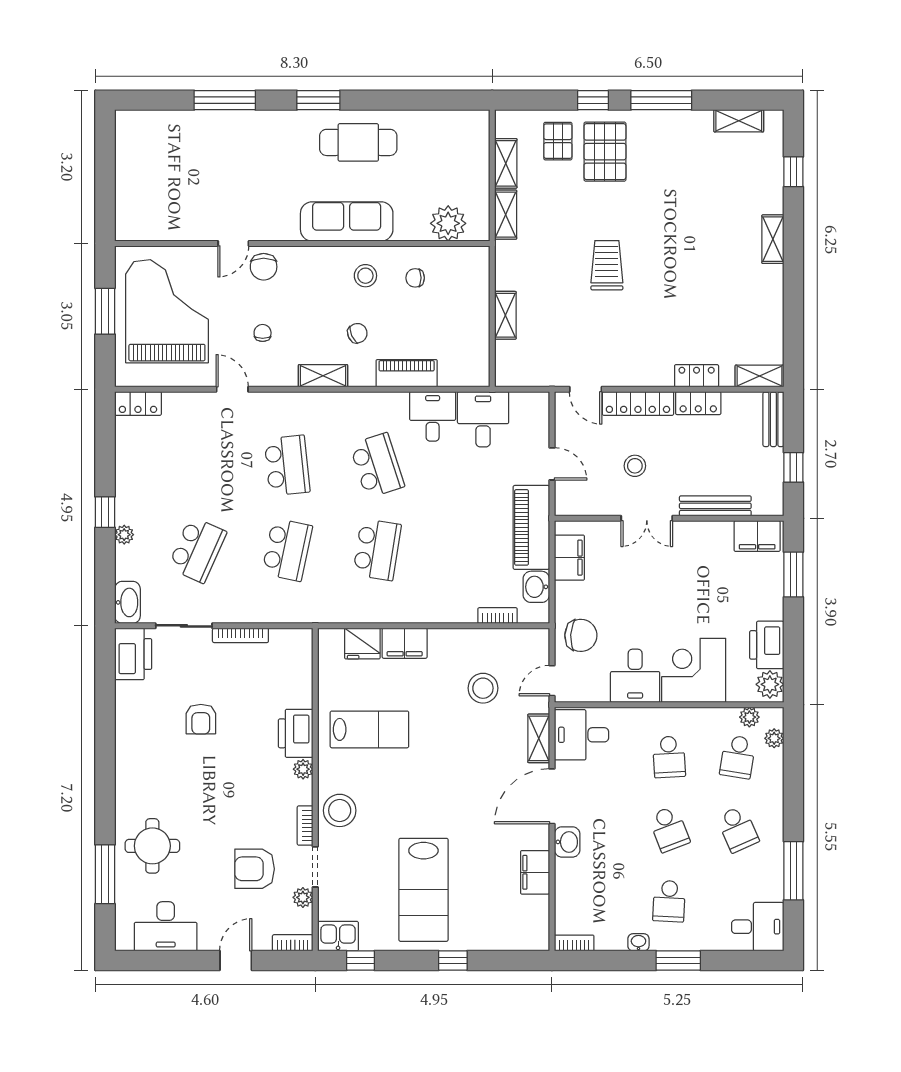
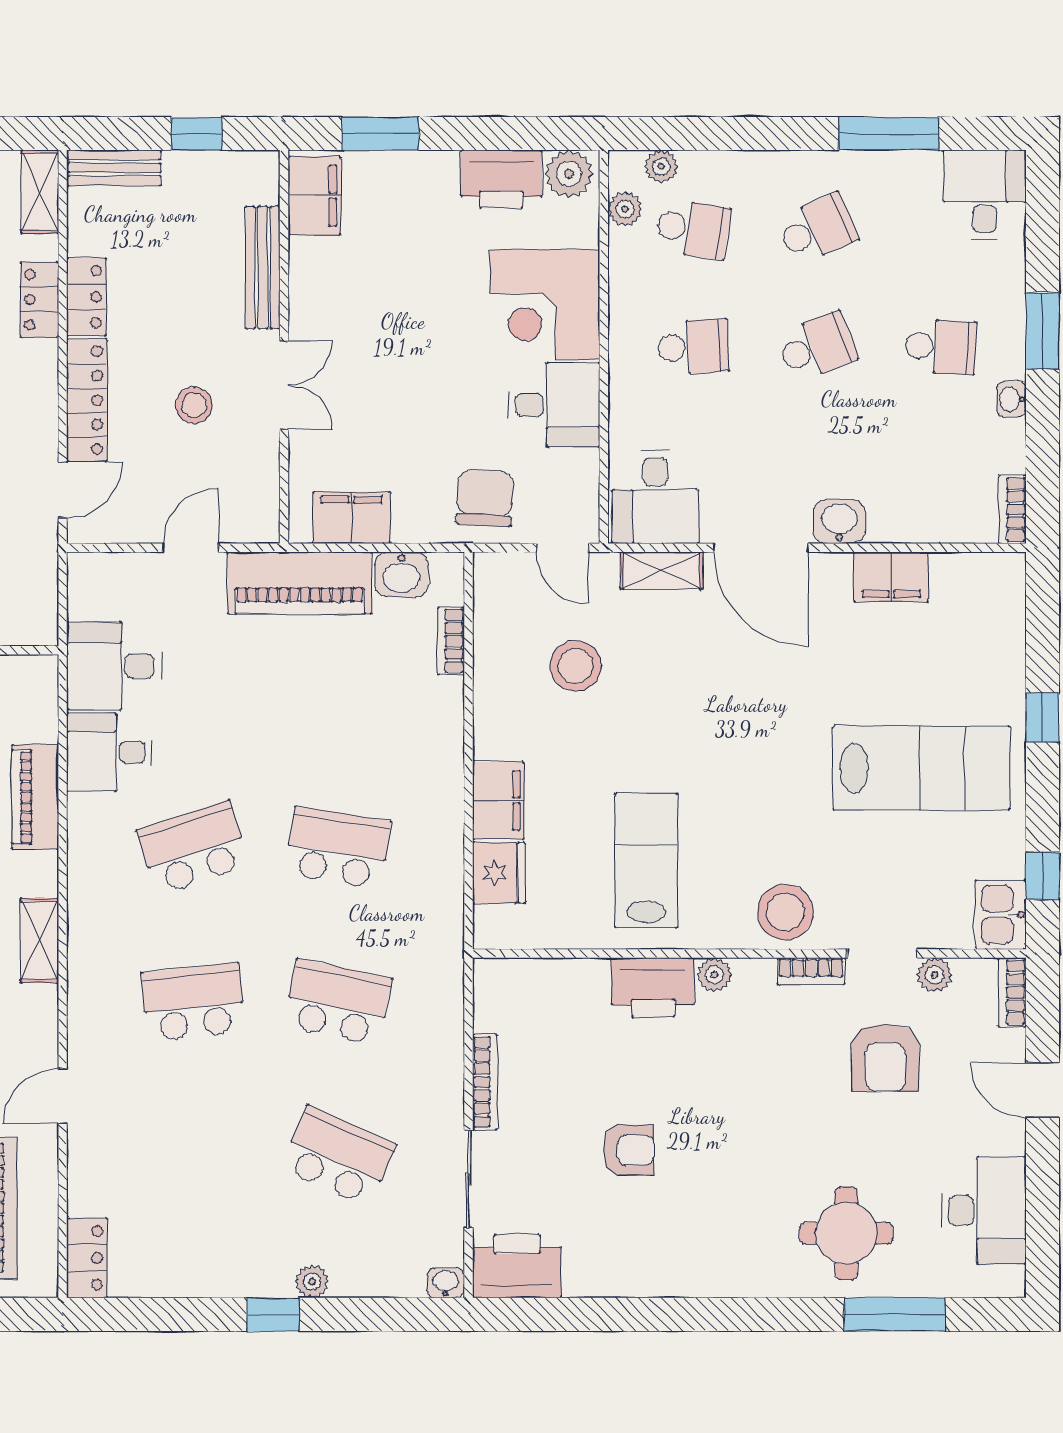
washbasin: (127, 602) -> (446, 1283), width x0.52, depth x0.69

